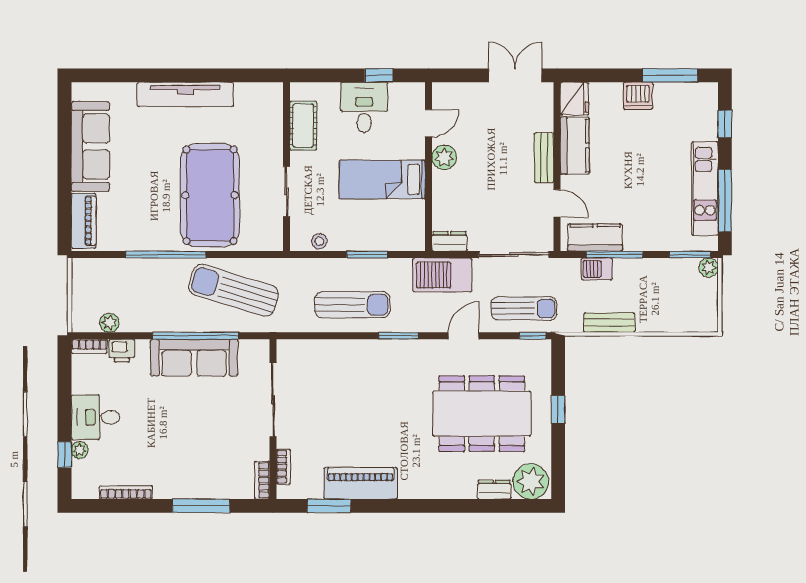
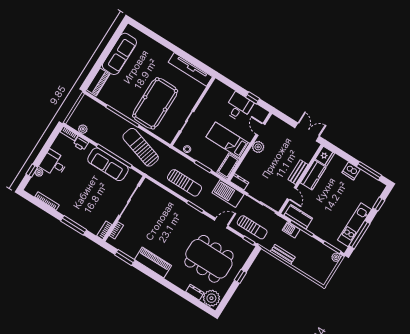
tv unit: (185, 94) -> (190, 69), moved
door: (428, 123) -> (260, 129), swing flipped
cot: (303, 126) -> (228, 166), moved
piano: (361, 483) -> (153, 262), moved

